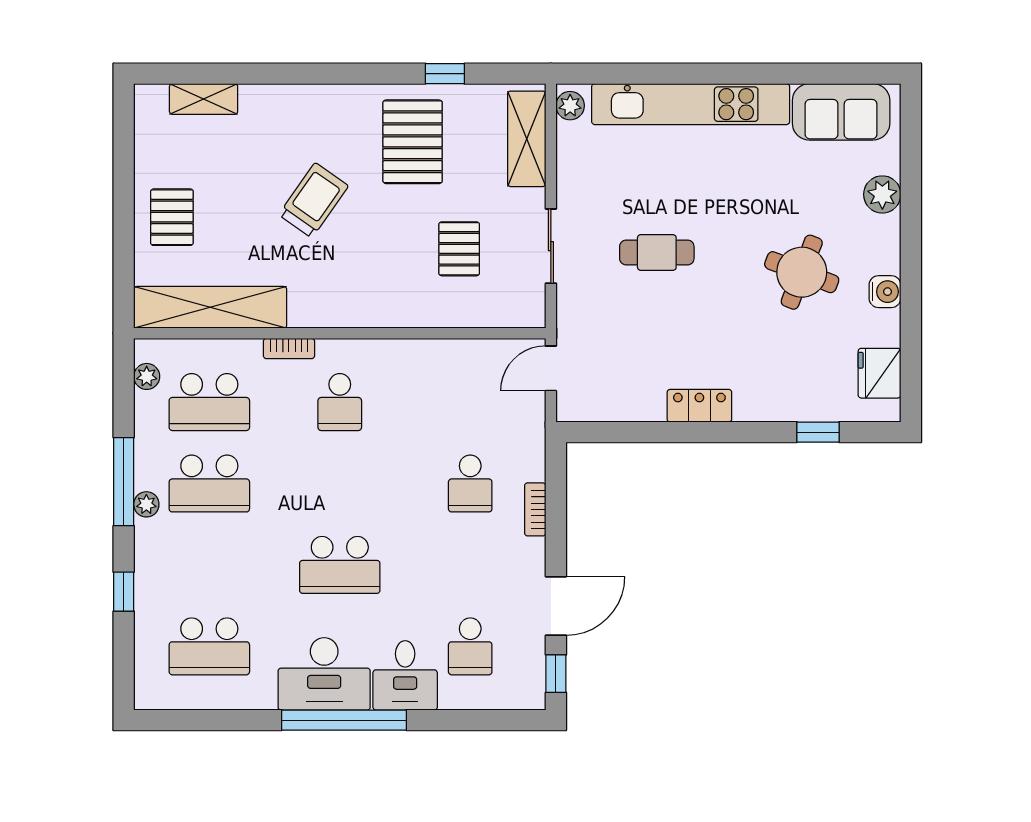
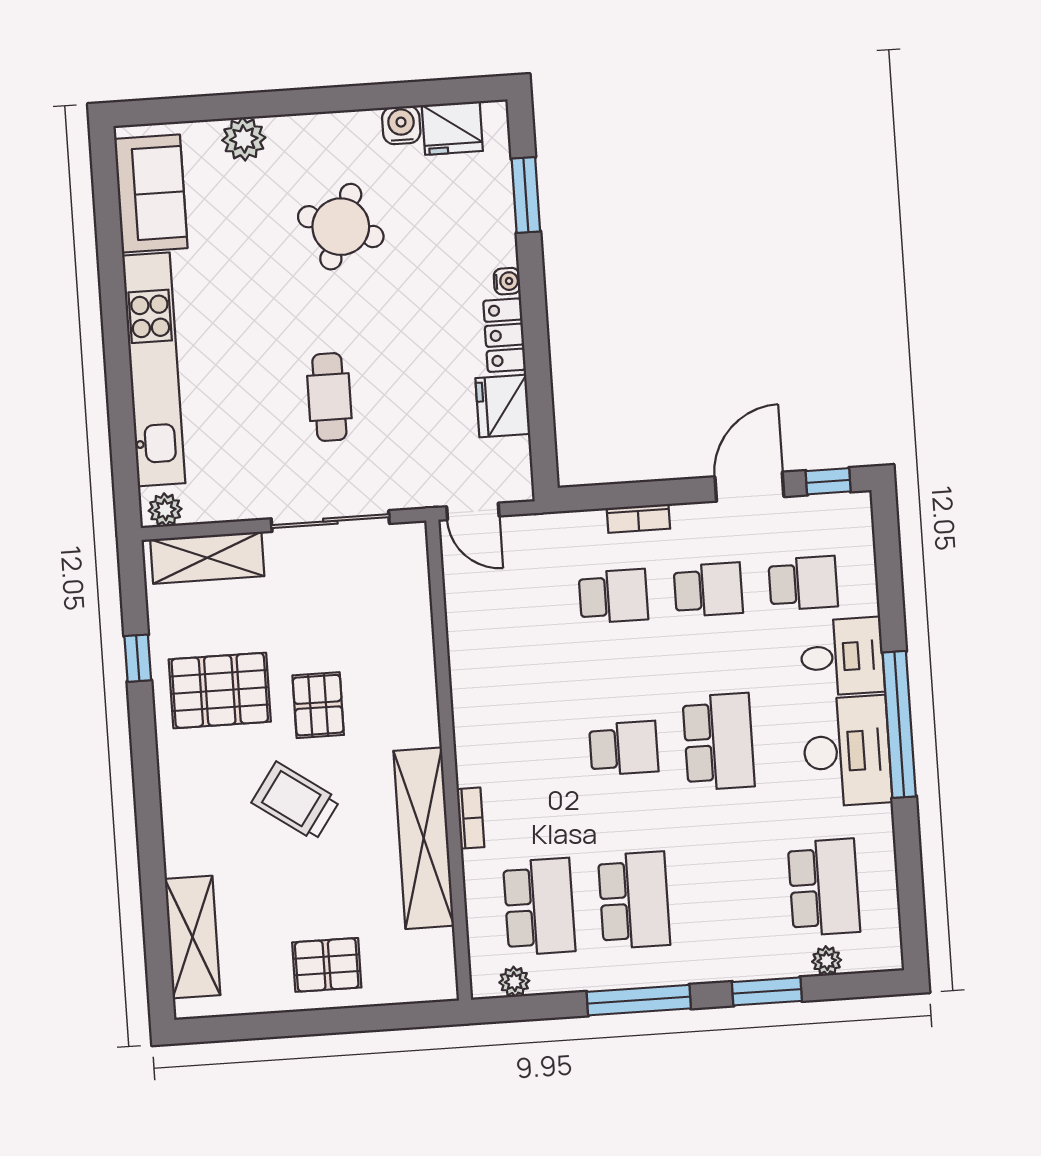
shelving: (204, 99) -> (192, 937), width x1.50, depth x1.33
sliding door: (551, 246) -> (330, 521), width x1.37
pallet: (459, 249) -> (318, 705), moved, turned 90
water cooler: (885, 292) -> (401, 125), moved
shelving: (210, 307) -> (424, 838), moved
fridge: (639, 400) -> (503, 406), added
school desk: (340, 402) -> (624, 748), moved
water cooler: (745, 411) -> (507, 281), added
window: (818, 432) -> (526, 195), width x1.50
plant: (146, 504) -> (827, 961), moved
school desk: (470, 565) -> (708, 590), added
window: (124, 592) -> (767, 991), width x1.50
door: (556, 606) -> (749, 487), hinge flipped

